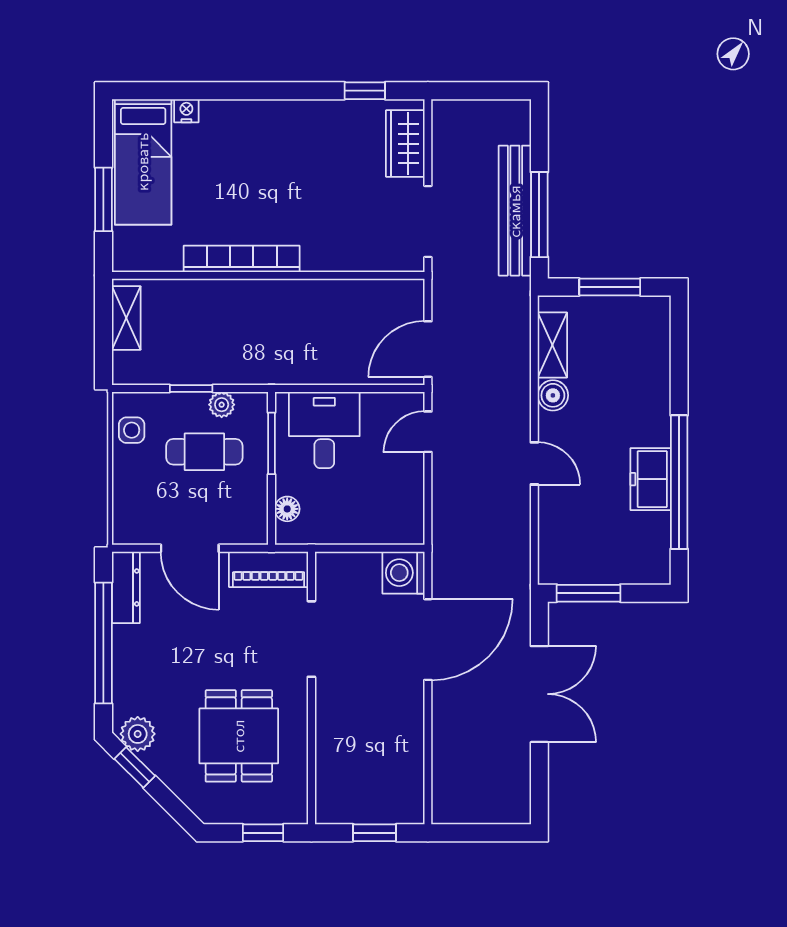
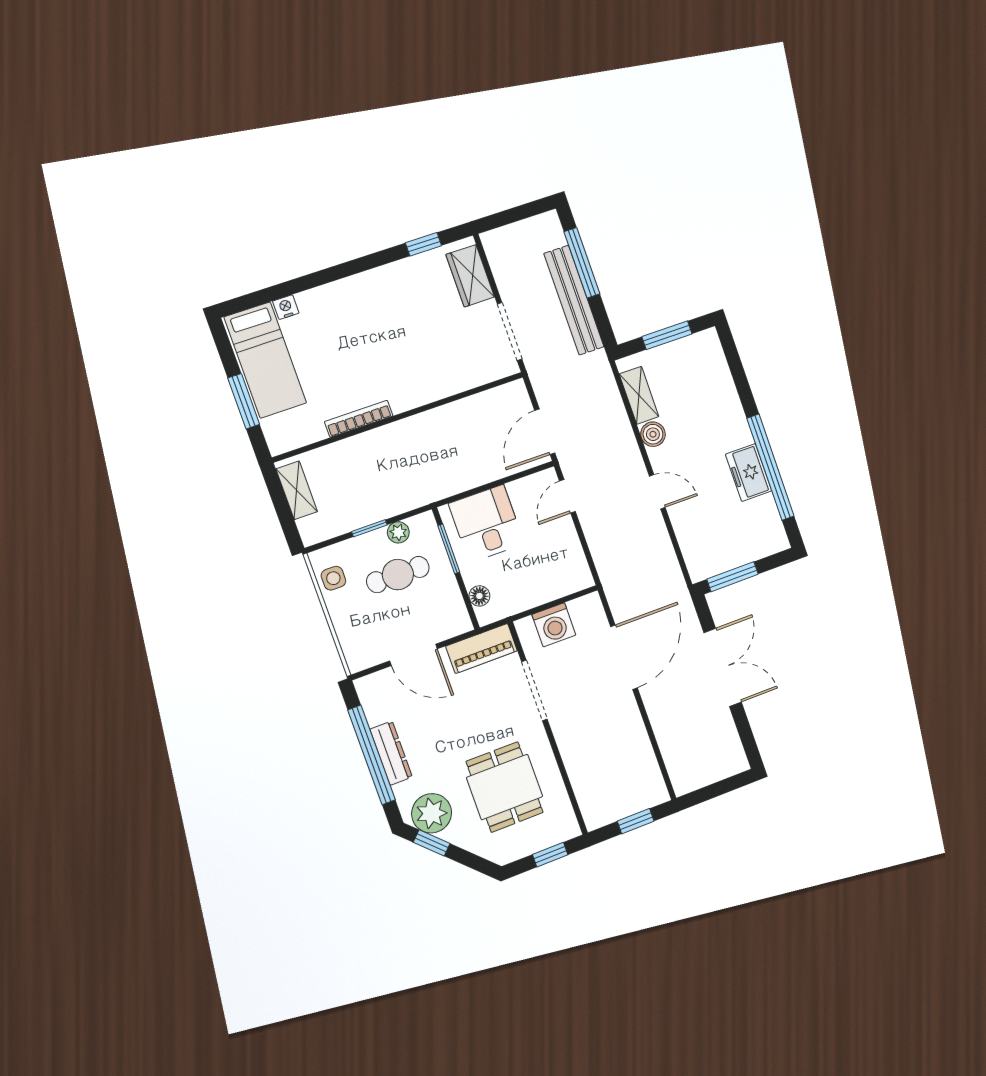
window: (539, 215) -> (582, 263), moved
bookcase: (242, 259) -> (359, 419), width x0.68, depth x0.76
washing machine: (404, 573) -> (554, 625), moved, turned -90
dresser: (126, 587) -> (391, 753), moved
plant: (138, 734) -> (432, 813), width x1.36, depth x1.36

